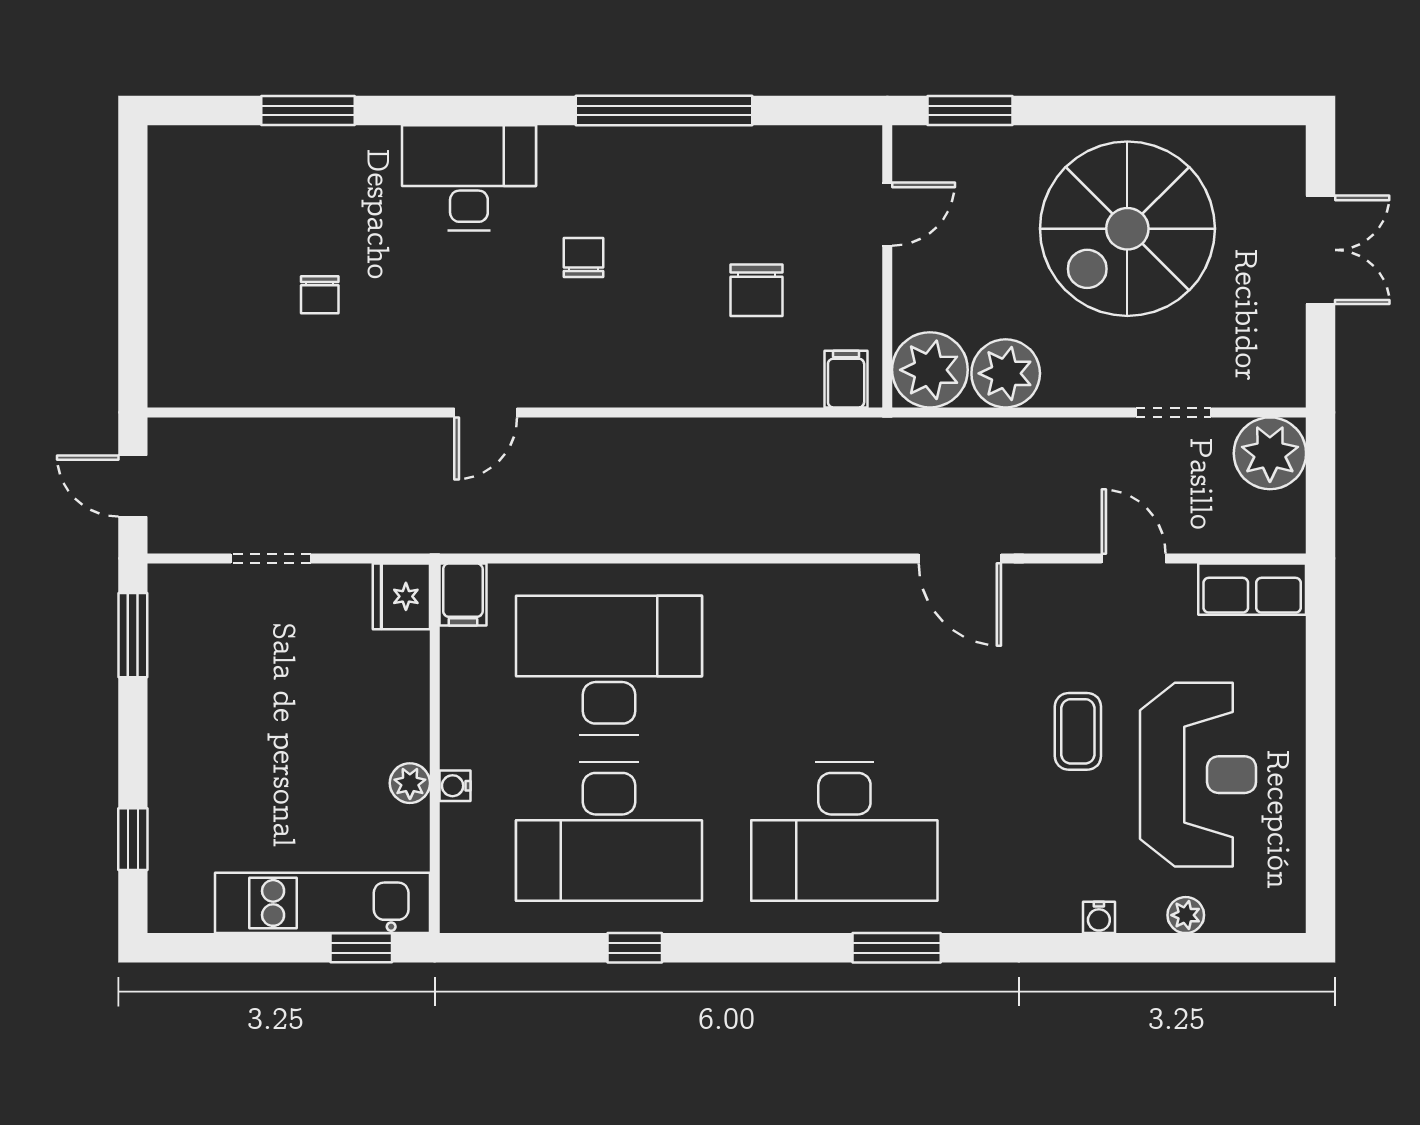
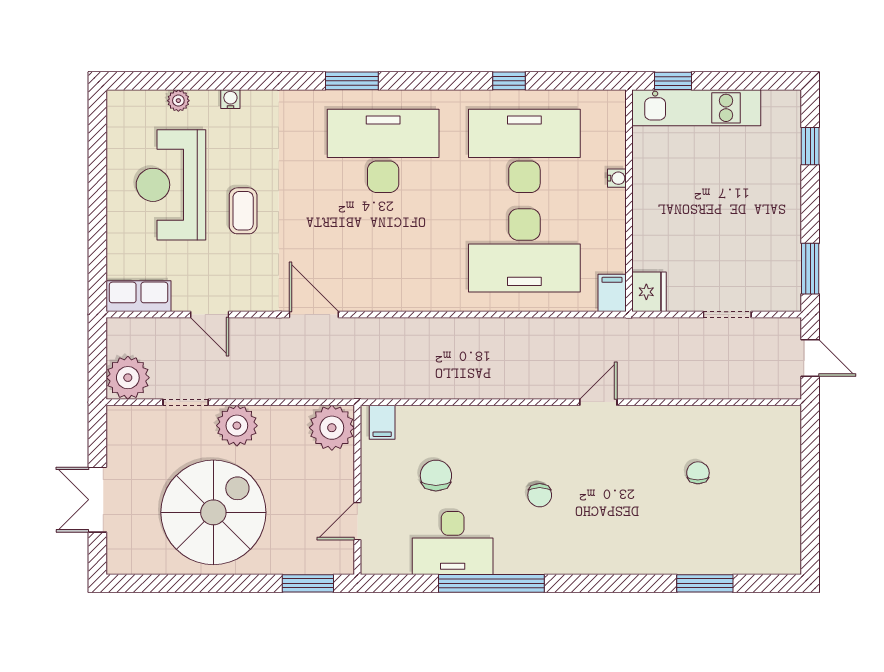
desk: (469, 178) -> (453, 543), moved
plant: (1006, 373) -> (237, 426), moved
plant: (410, 783) -> (644, 180), removed

